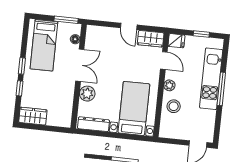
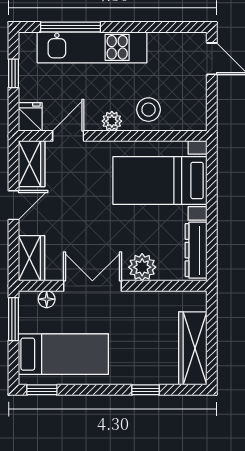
wardrobe: (99, 33) -> (31, 258), added
window: (22, 66) -> (42, 390), moved
window: (221, 89) -> (71, 27), moved
wardrobe: (33, 116) -> (193, 348), width x1.50

